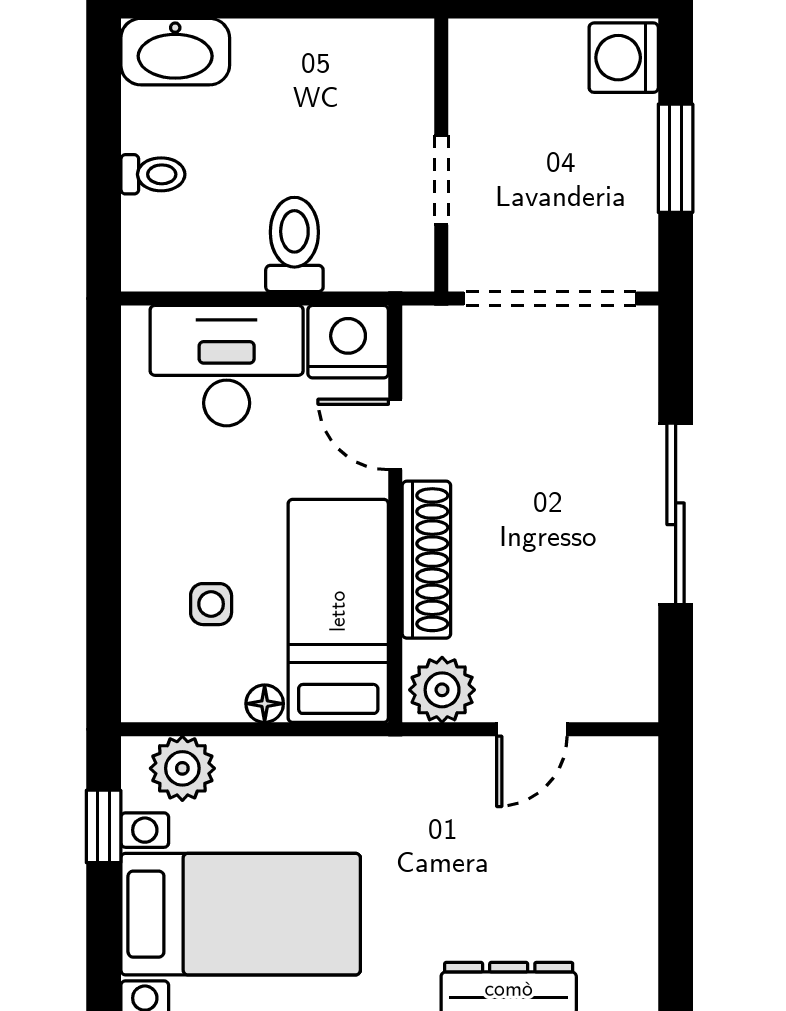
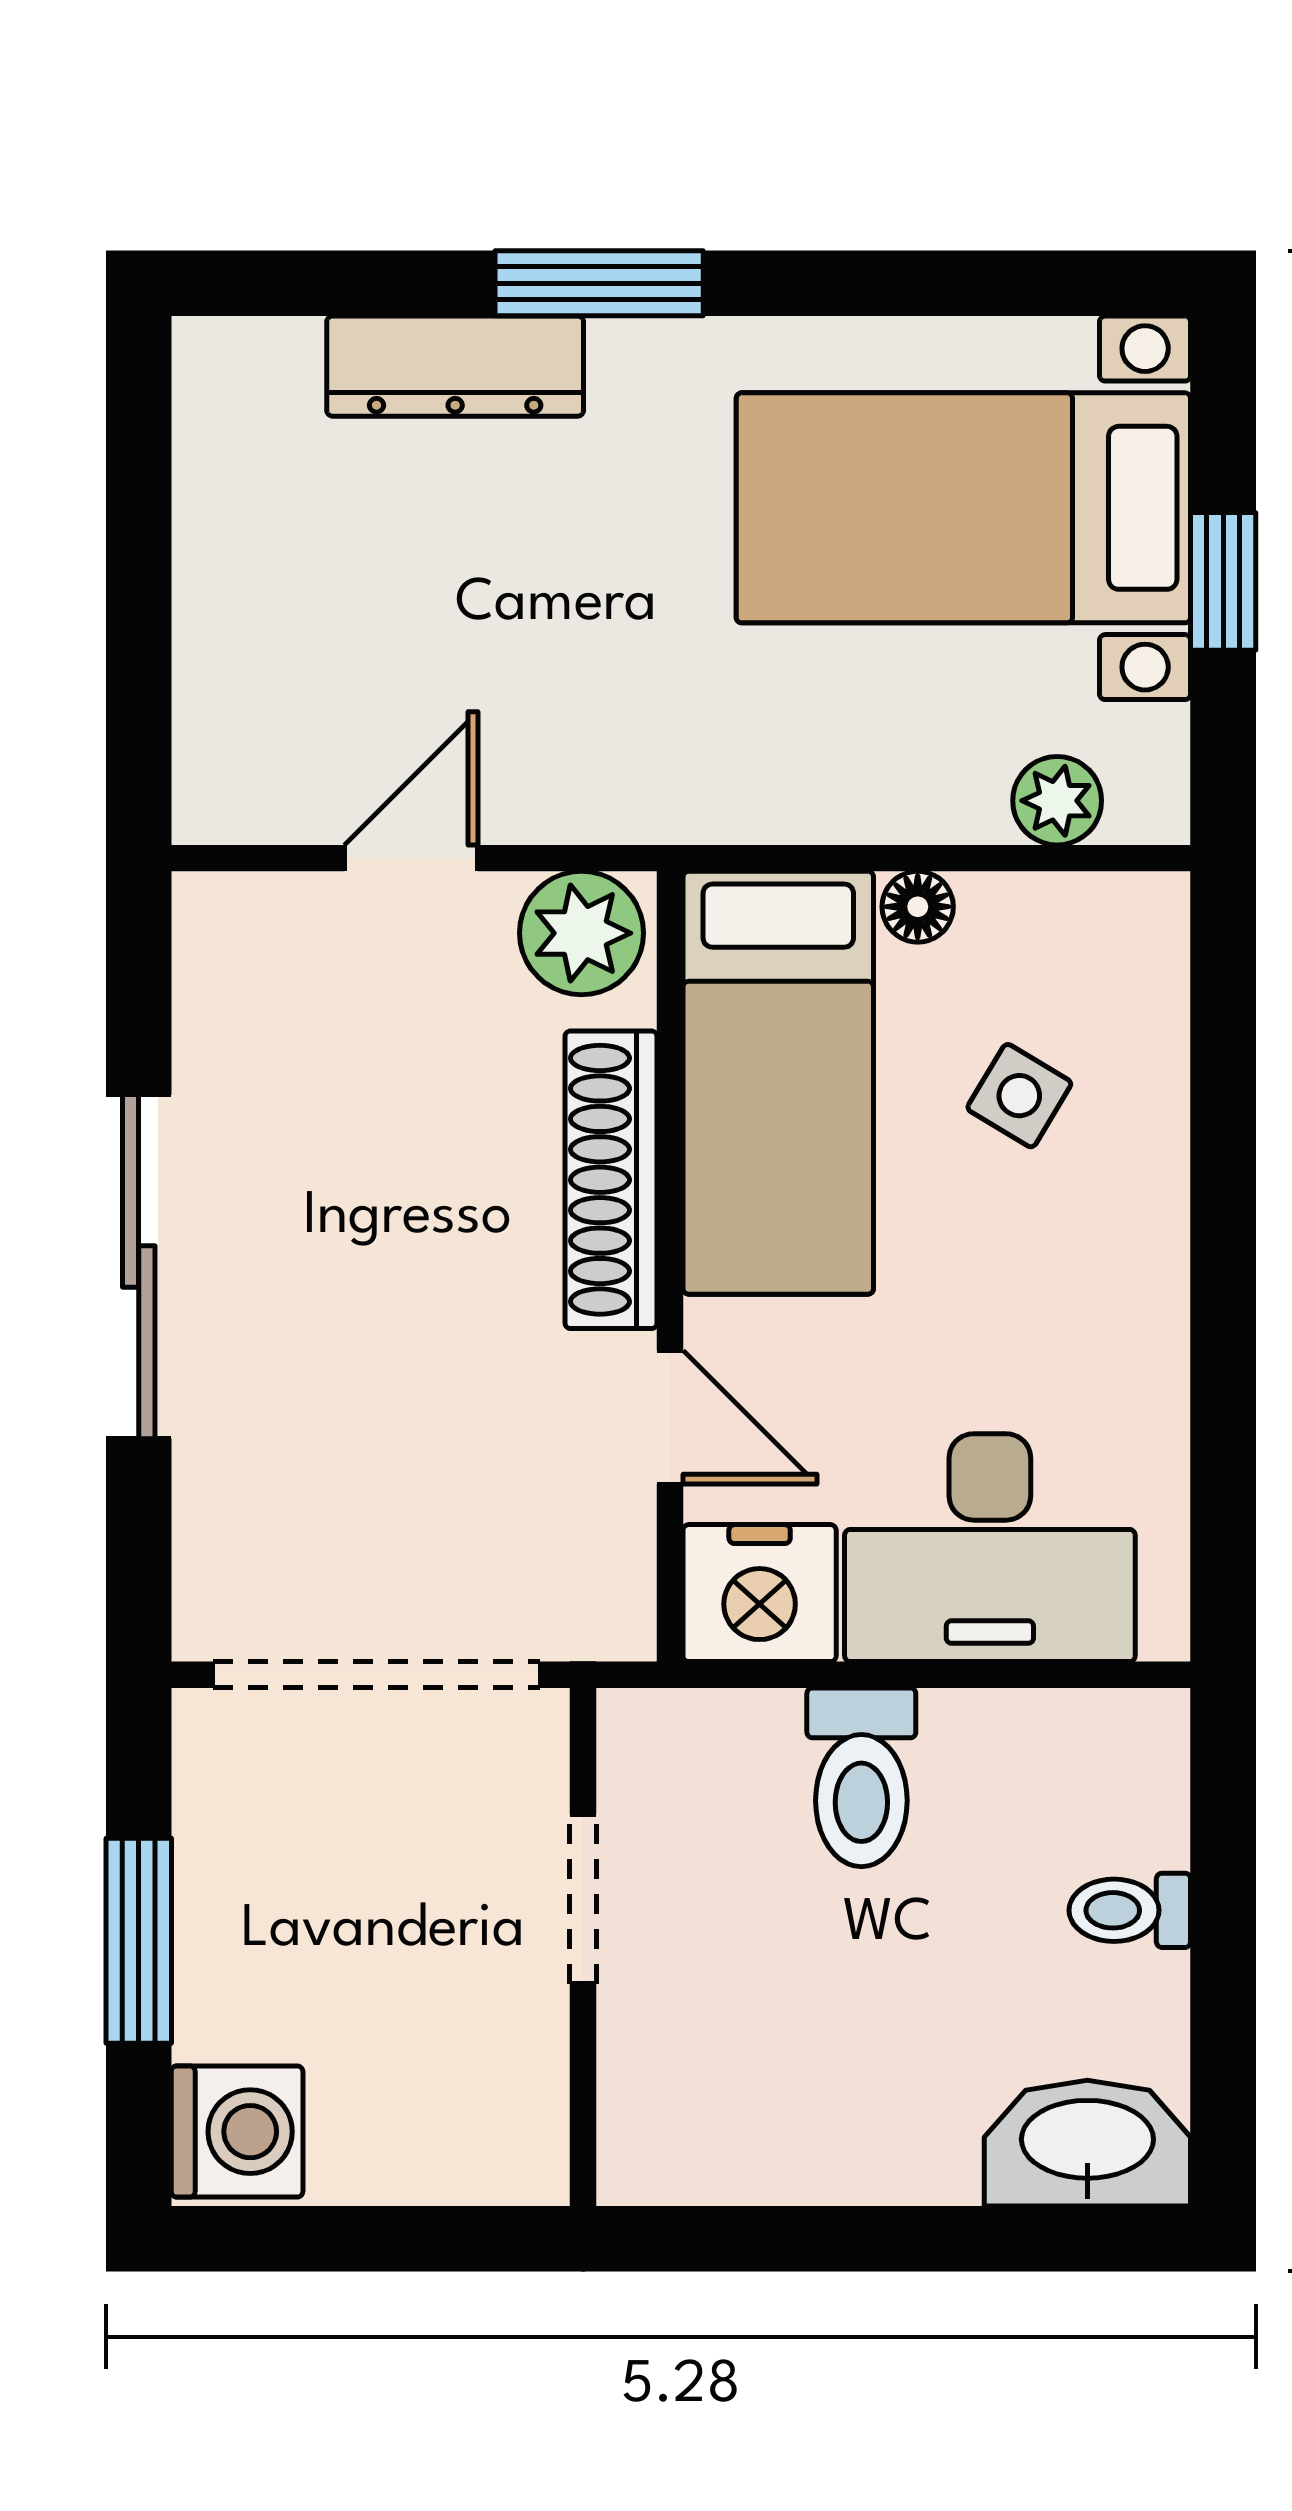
side table: (211, 604) -> (1019, 1096), turned 31
plant: (182, 768) -> (1057, 801), width x0.73, depth x0.73
window: (104, 826) -> (1223, 581), moved

